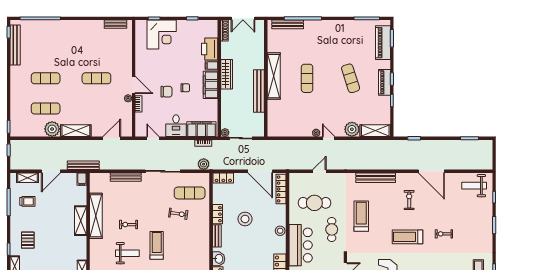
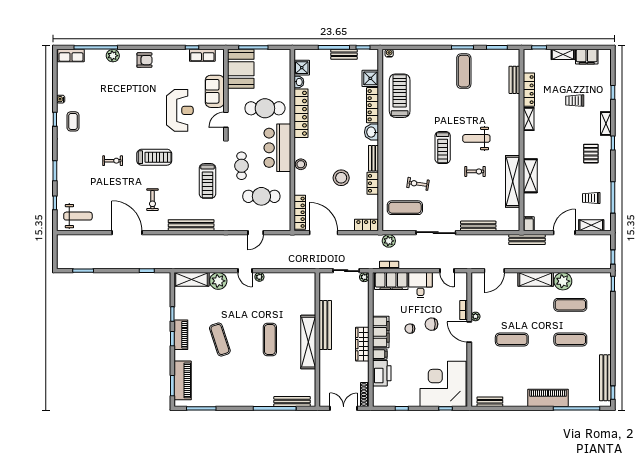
piano: (65, 28) -> (548, 398), added
corner desk: (162, 35) -> (443, 384), width x1.36, depth x1.36

